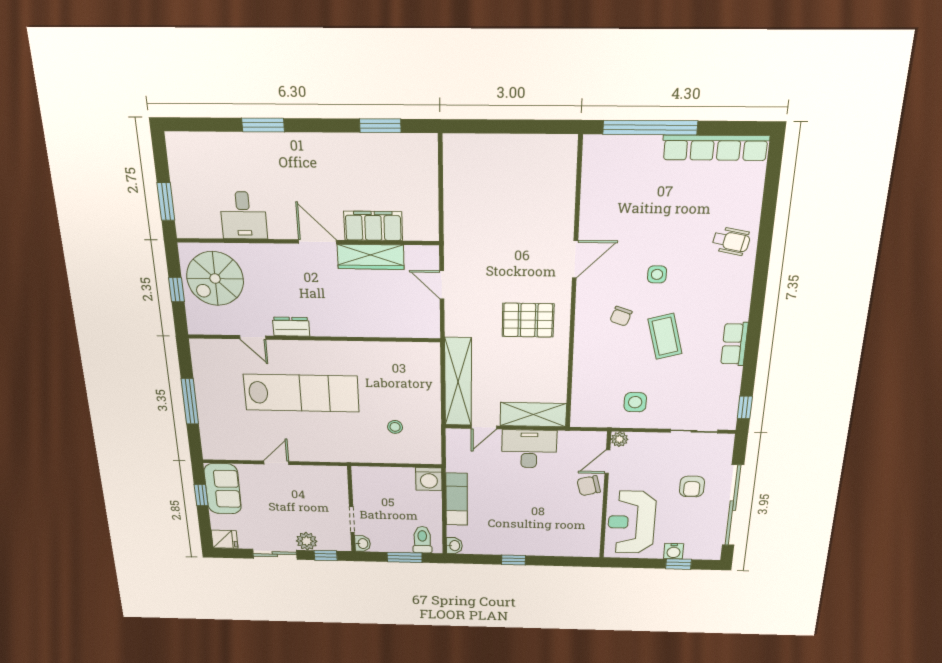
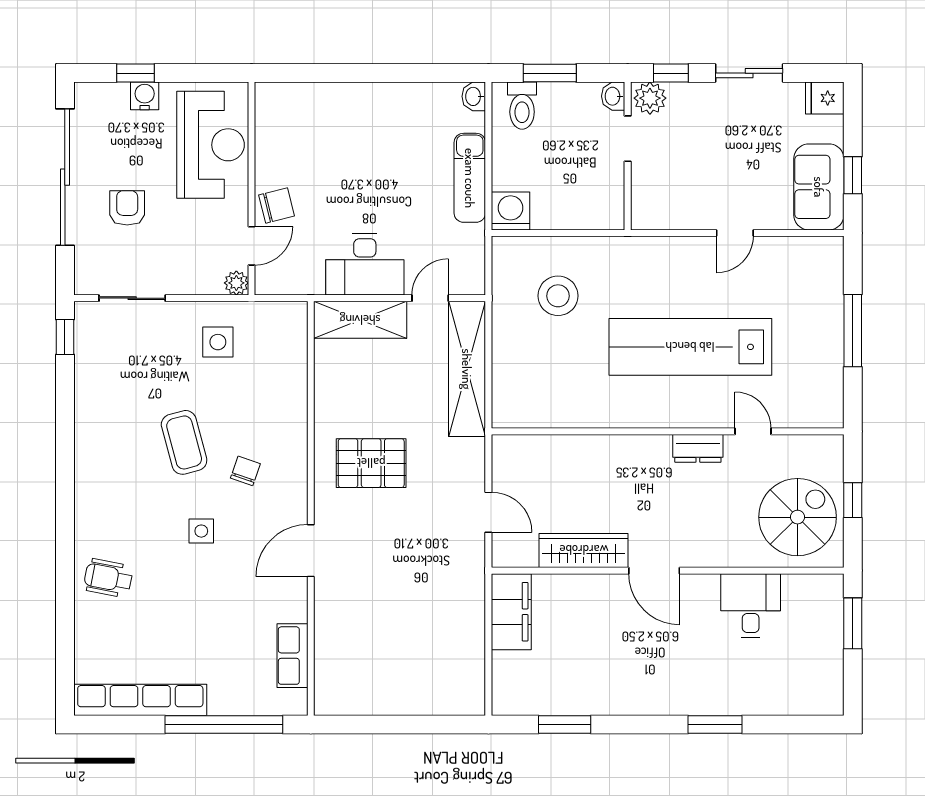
filing cabinet: (373, 226) -> (511, 612), moved, turned -90
row of seats: (734, 344) -> (292, 656), moved, turned 180
stool: (395, 427) -> (558, 296), width x1.89, depth x1.89
plant: (307, 541) -> (650, 98), moved
window: (513, 560) -> (384, 73), removed

